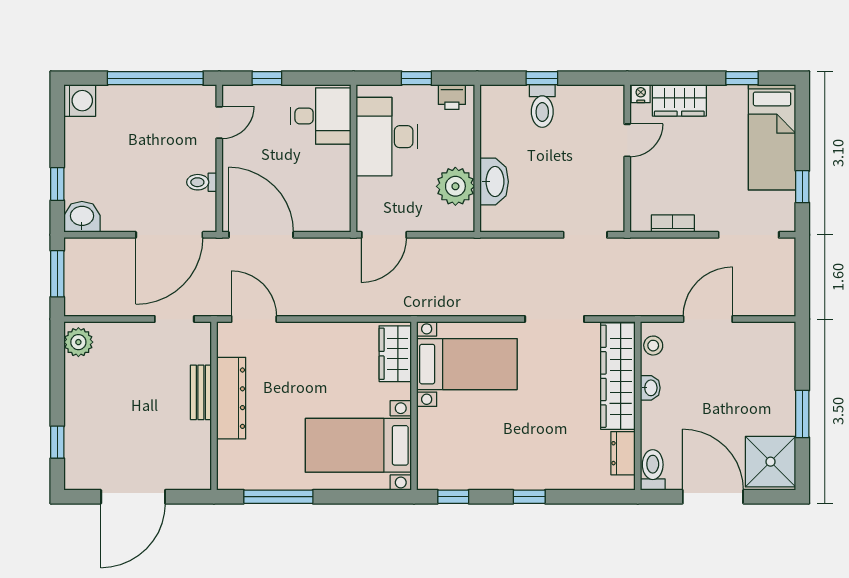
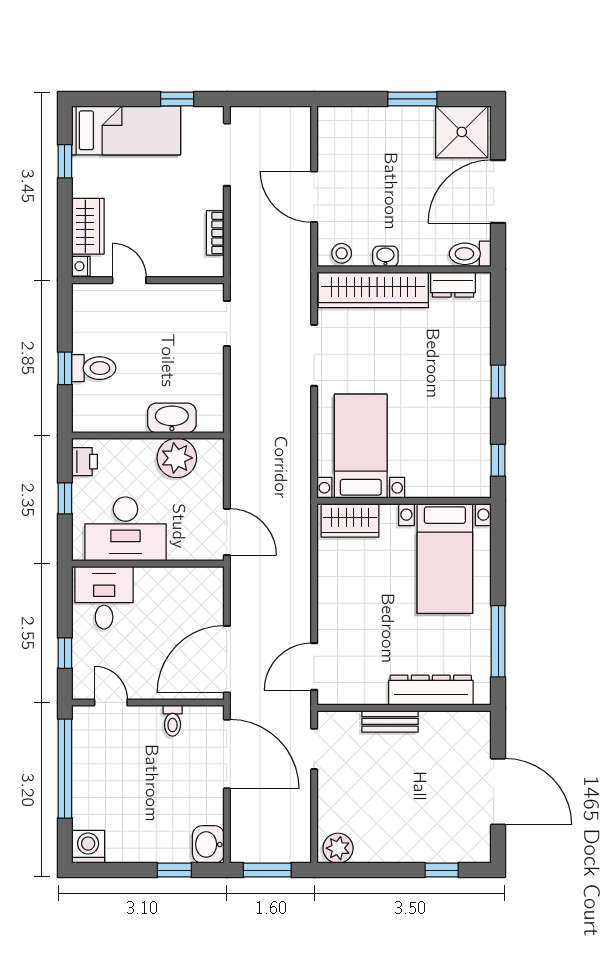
dresser: (231, 398) -> (431, 690), moved

